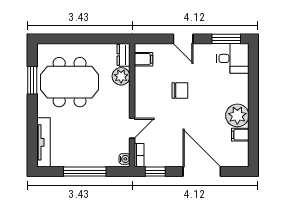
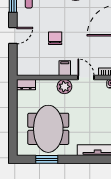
filing cabinet: (144, 59) -> (65, 68), moved
plant: (121, 76) -> (64, 87), moved

